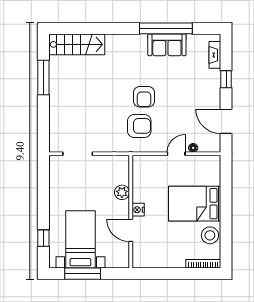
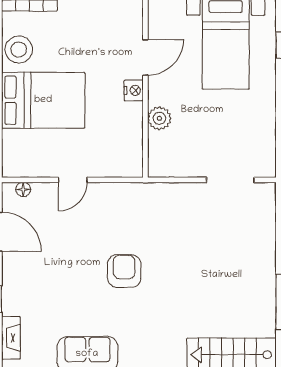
armchair: (139, 126) -> (132, 224), removed
floor lamp: (193, 148) -> (23, 189), moved
door: (131, 230) -> (145, 57), hinge flipped

